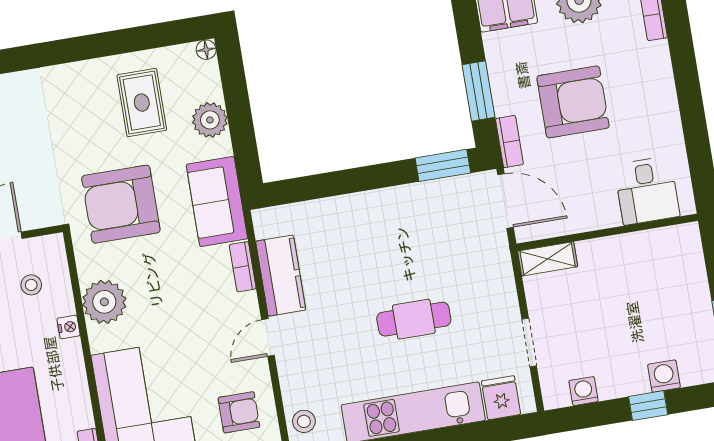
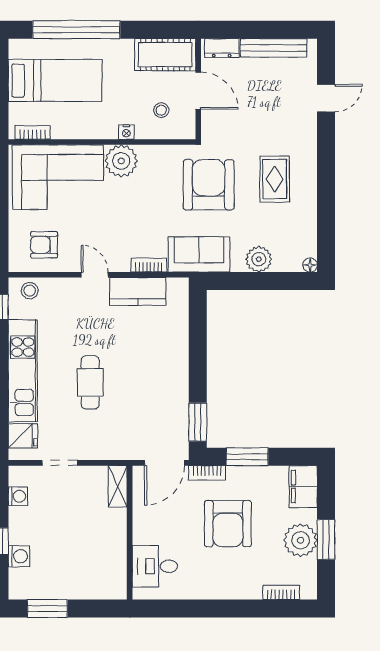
rug: (142, 103) -> (275, 179), moved, turned 90
plant: (104, 302) -> (121, 161), moved
armchair: (239, 412) -> (44, 245), turned 90

